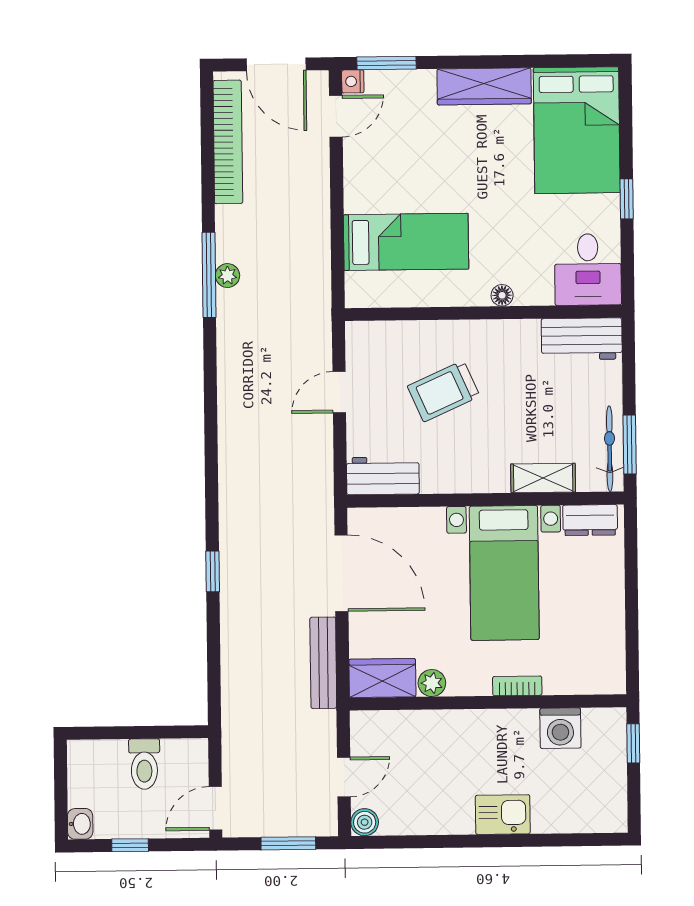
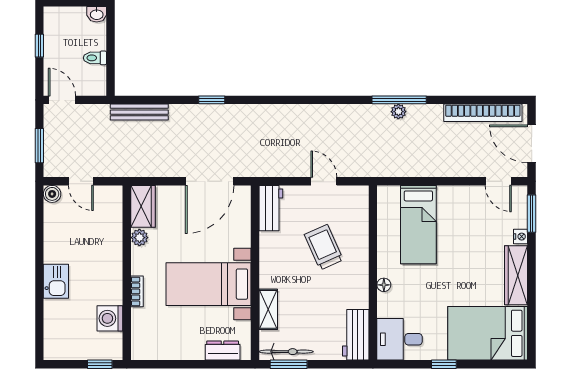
door: (276, 64) -> (532, 144), hinge flipped
nightstand: (353, 81) -> (521, 237), moved, turned 90
dresser: (590, 520) -> (223, 351), moved, turned 90
bench: (323, 663) -> (139, 112), moved
toilet: (144, 764) -> (95, 58), width x0.73, depth x0.72
washbasin: (80, 824) -> (97, 14), moved

